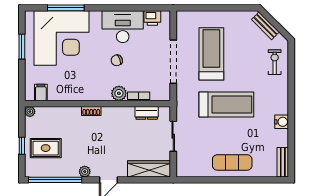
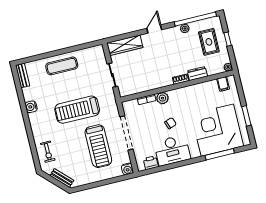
water cooler: (183, 17) -> (127, 169), added
dresser: (147, 113) -> (197, 74), moved
rug: (46, 148) -> (209, 42), turned 90
plant: (85, 172) -> (185, 28), moved

